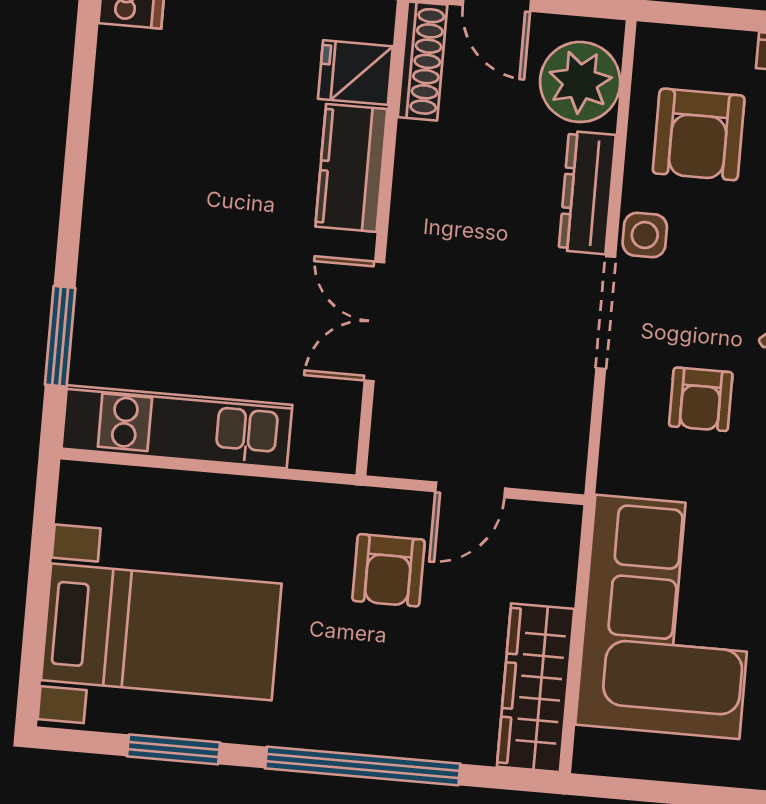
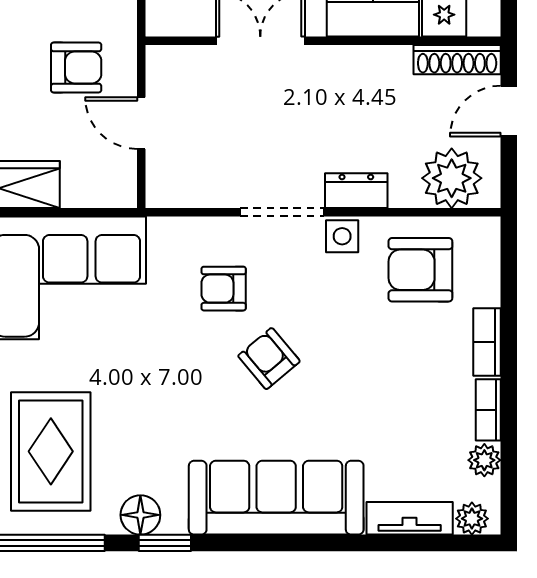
dresser: (587, 193) -> (356, 191), width x0.70
armchair: (388, 570) -> (76, 67), turned 180

